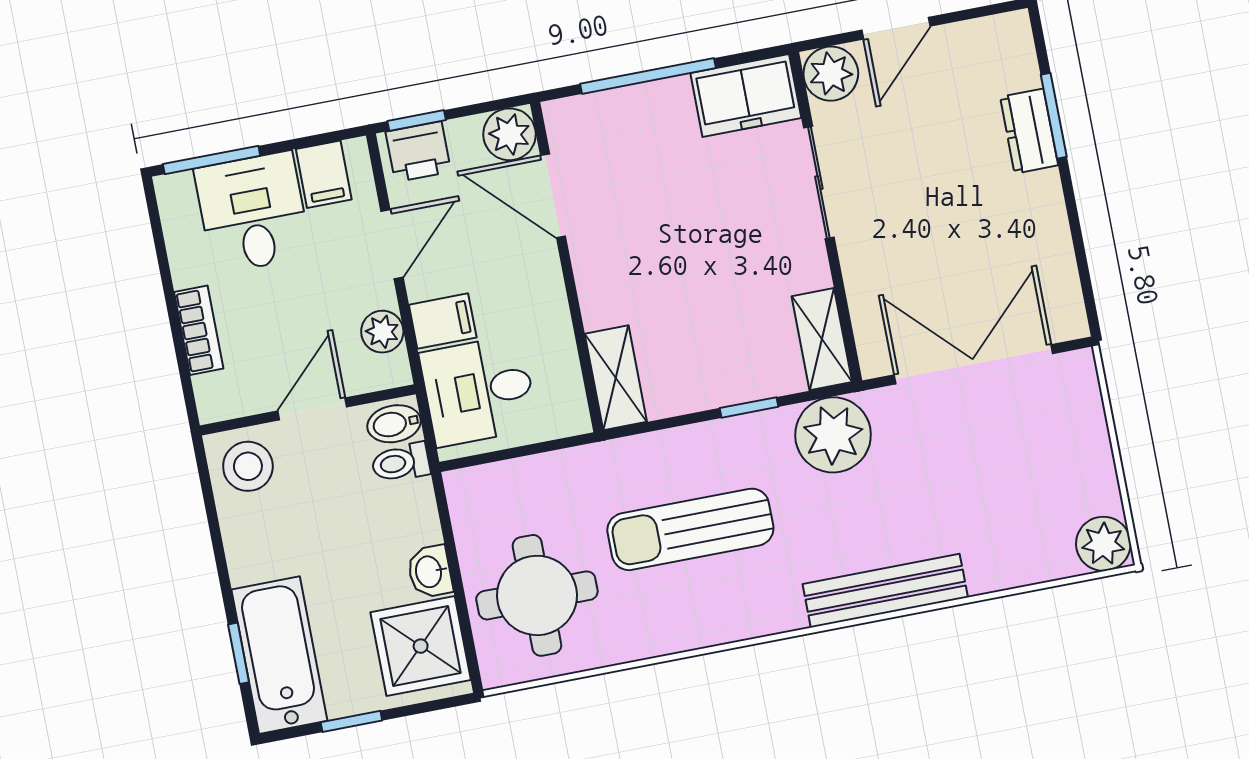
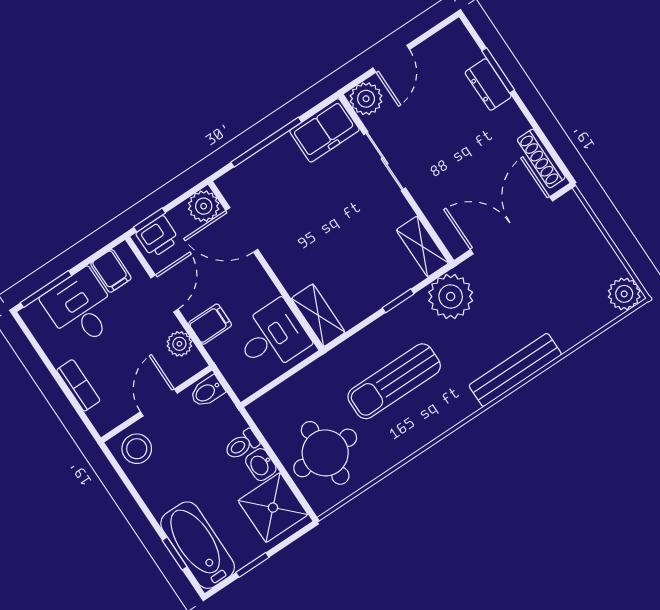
shoe rack: (1063, 280) -> (541, 159), added
desk: (479, 391) -> (272, 337), moved, turned 180
toilet: (401, 463) -> (242, 445), moved

